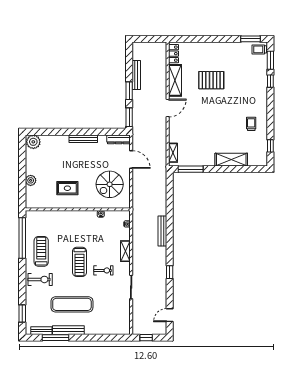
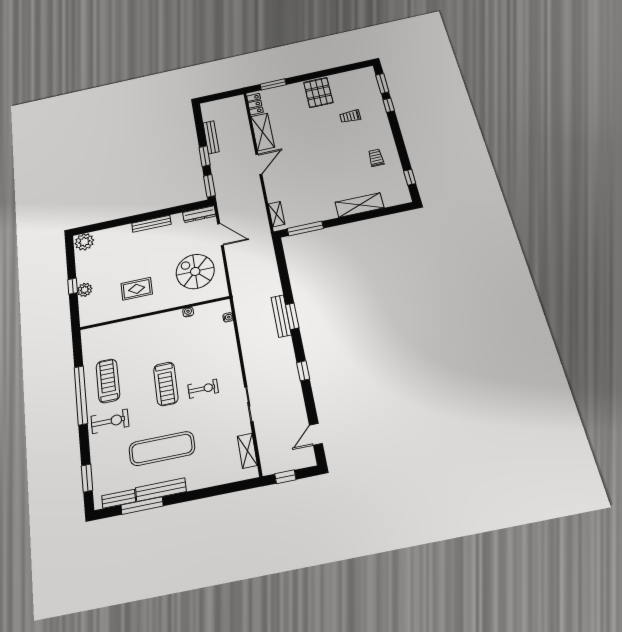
window: (251, 39) -> (273, 84), moved
trolley: (259, 49) -> (350, 116), moved
pallet: (211, 80) -> (318, 93), moved, turned 90
window: (22, 176) -> (73, 286), added
spiral stairs: (110, 184) -> (195, 271), turned 90
window: (170, 233) -> (292, 316), added
window: (22, 238) -> (81, 395), moved
shelving: (125, 251) -> (247, 451), moved

